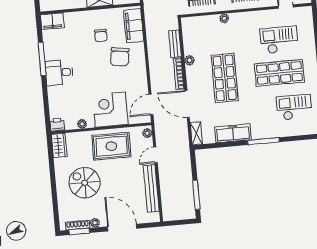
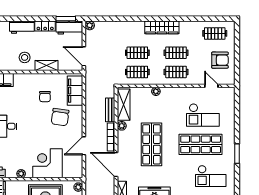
shelving: (189, 36) -> (124, 105), added
checkout: (279, 40) -> (203, 115), turned 180
door: (151, 105) -> (84, 146), moved
checkout: (294, 107) -> (211, 176), turned 180

